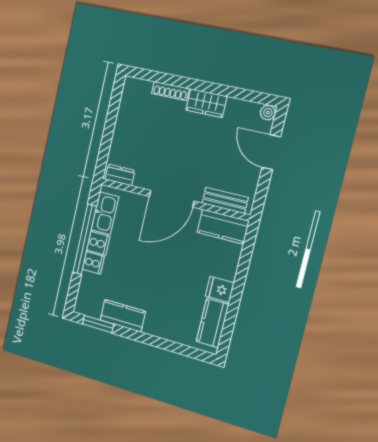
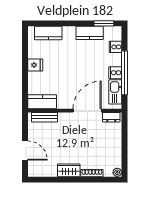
plant: (268, 113) -> (117, 172), moved
door: (171, 199) -> (87, 111), moved
cooker: (93, 263) -> (116, 47), moved
kitchen counter: (213, 323) -> (48, 33), moved, turned 90

